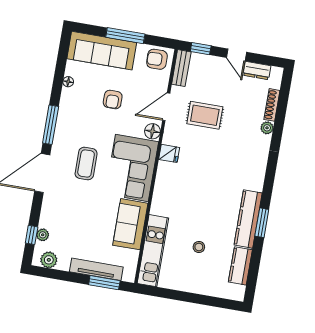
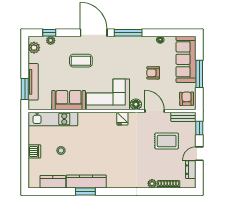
rug: (205, 115) -> (167, 141), moved, turned 90
coffee table: (86, 164) -> (81, 61), moved
dishwasher: (194, 284) -> (34, 151), added

